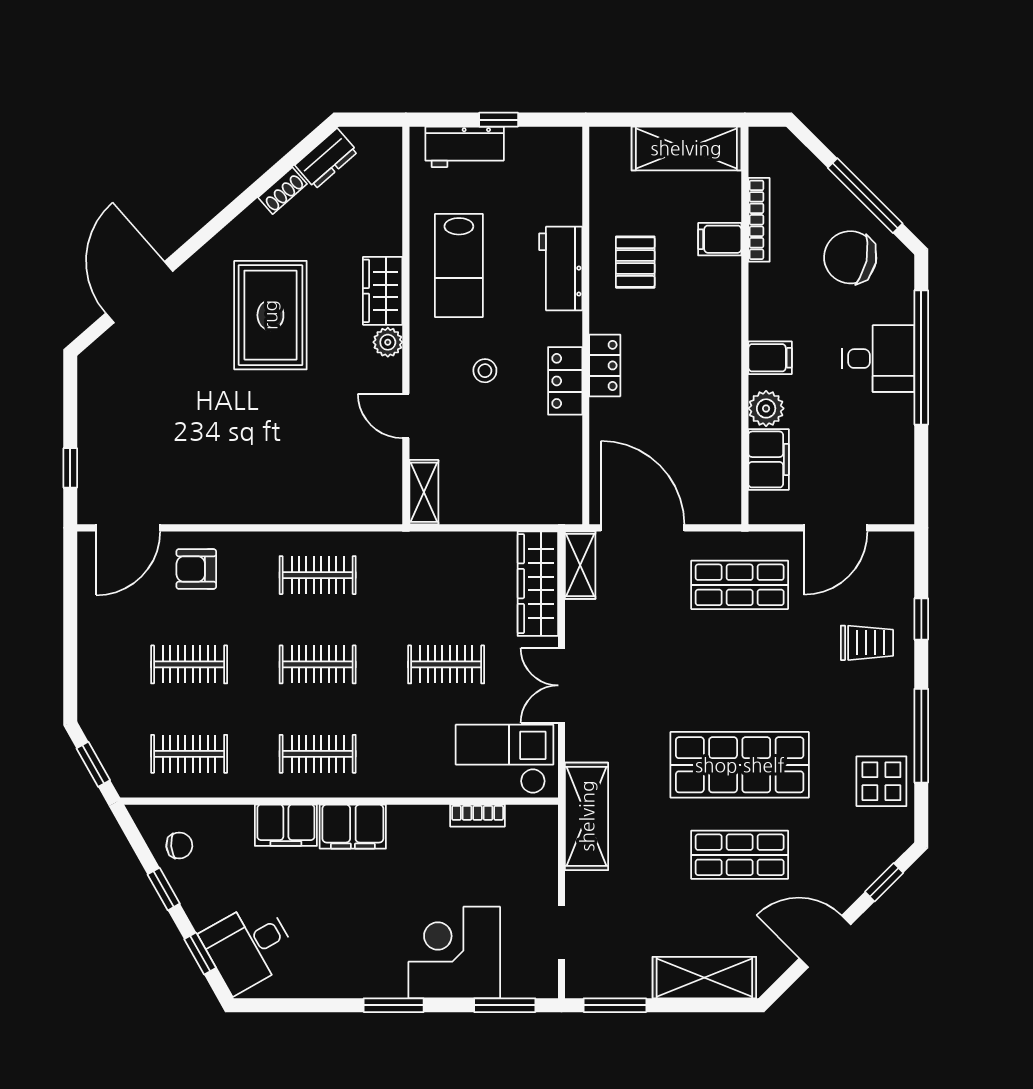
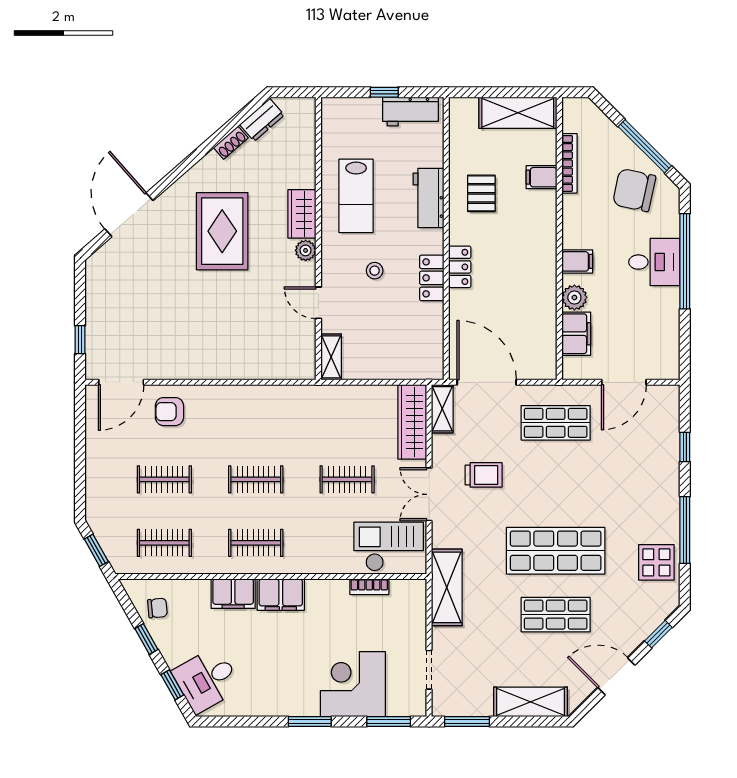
workbench: (465, 147) -> (410, 112), moved
clothes rail: (318, 575) -> (256, 416), removed
trolley: (867, 643) -> (484, 475), moved

